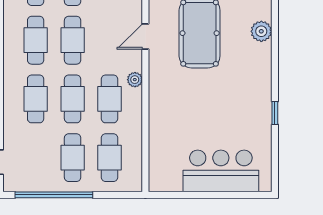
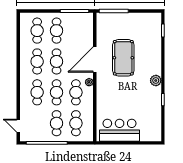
plant: (261, 31) -> (156, 80), moved
door: (145, 37) -> (95, 60), width x1.88
bar counter: (221, 171) -> (120, 130), moved

